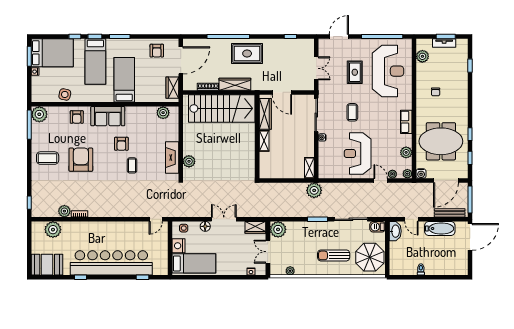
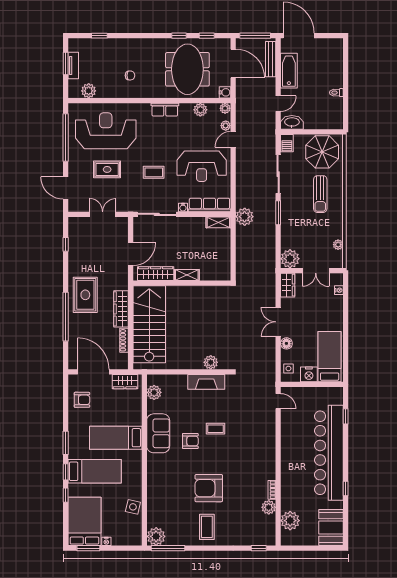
sofa: (108, 116) -> (158, 433), moved
armchair: (77, 117) -> (159, 493), removed
row of seats: (324, 160) -> (209, 205), added

